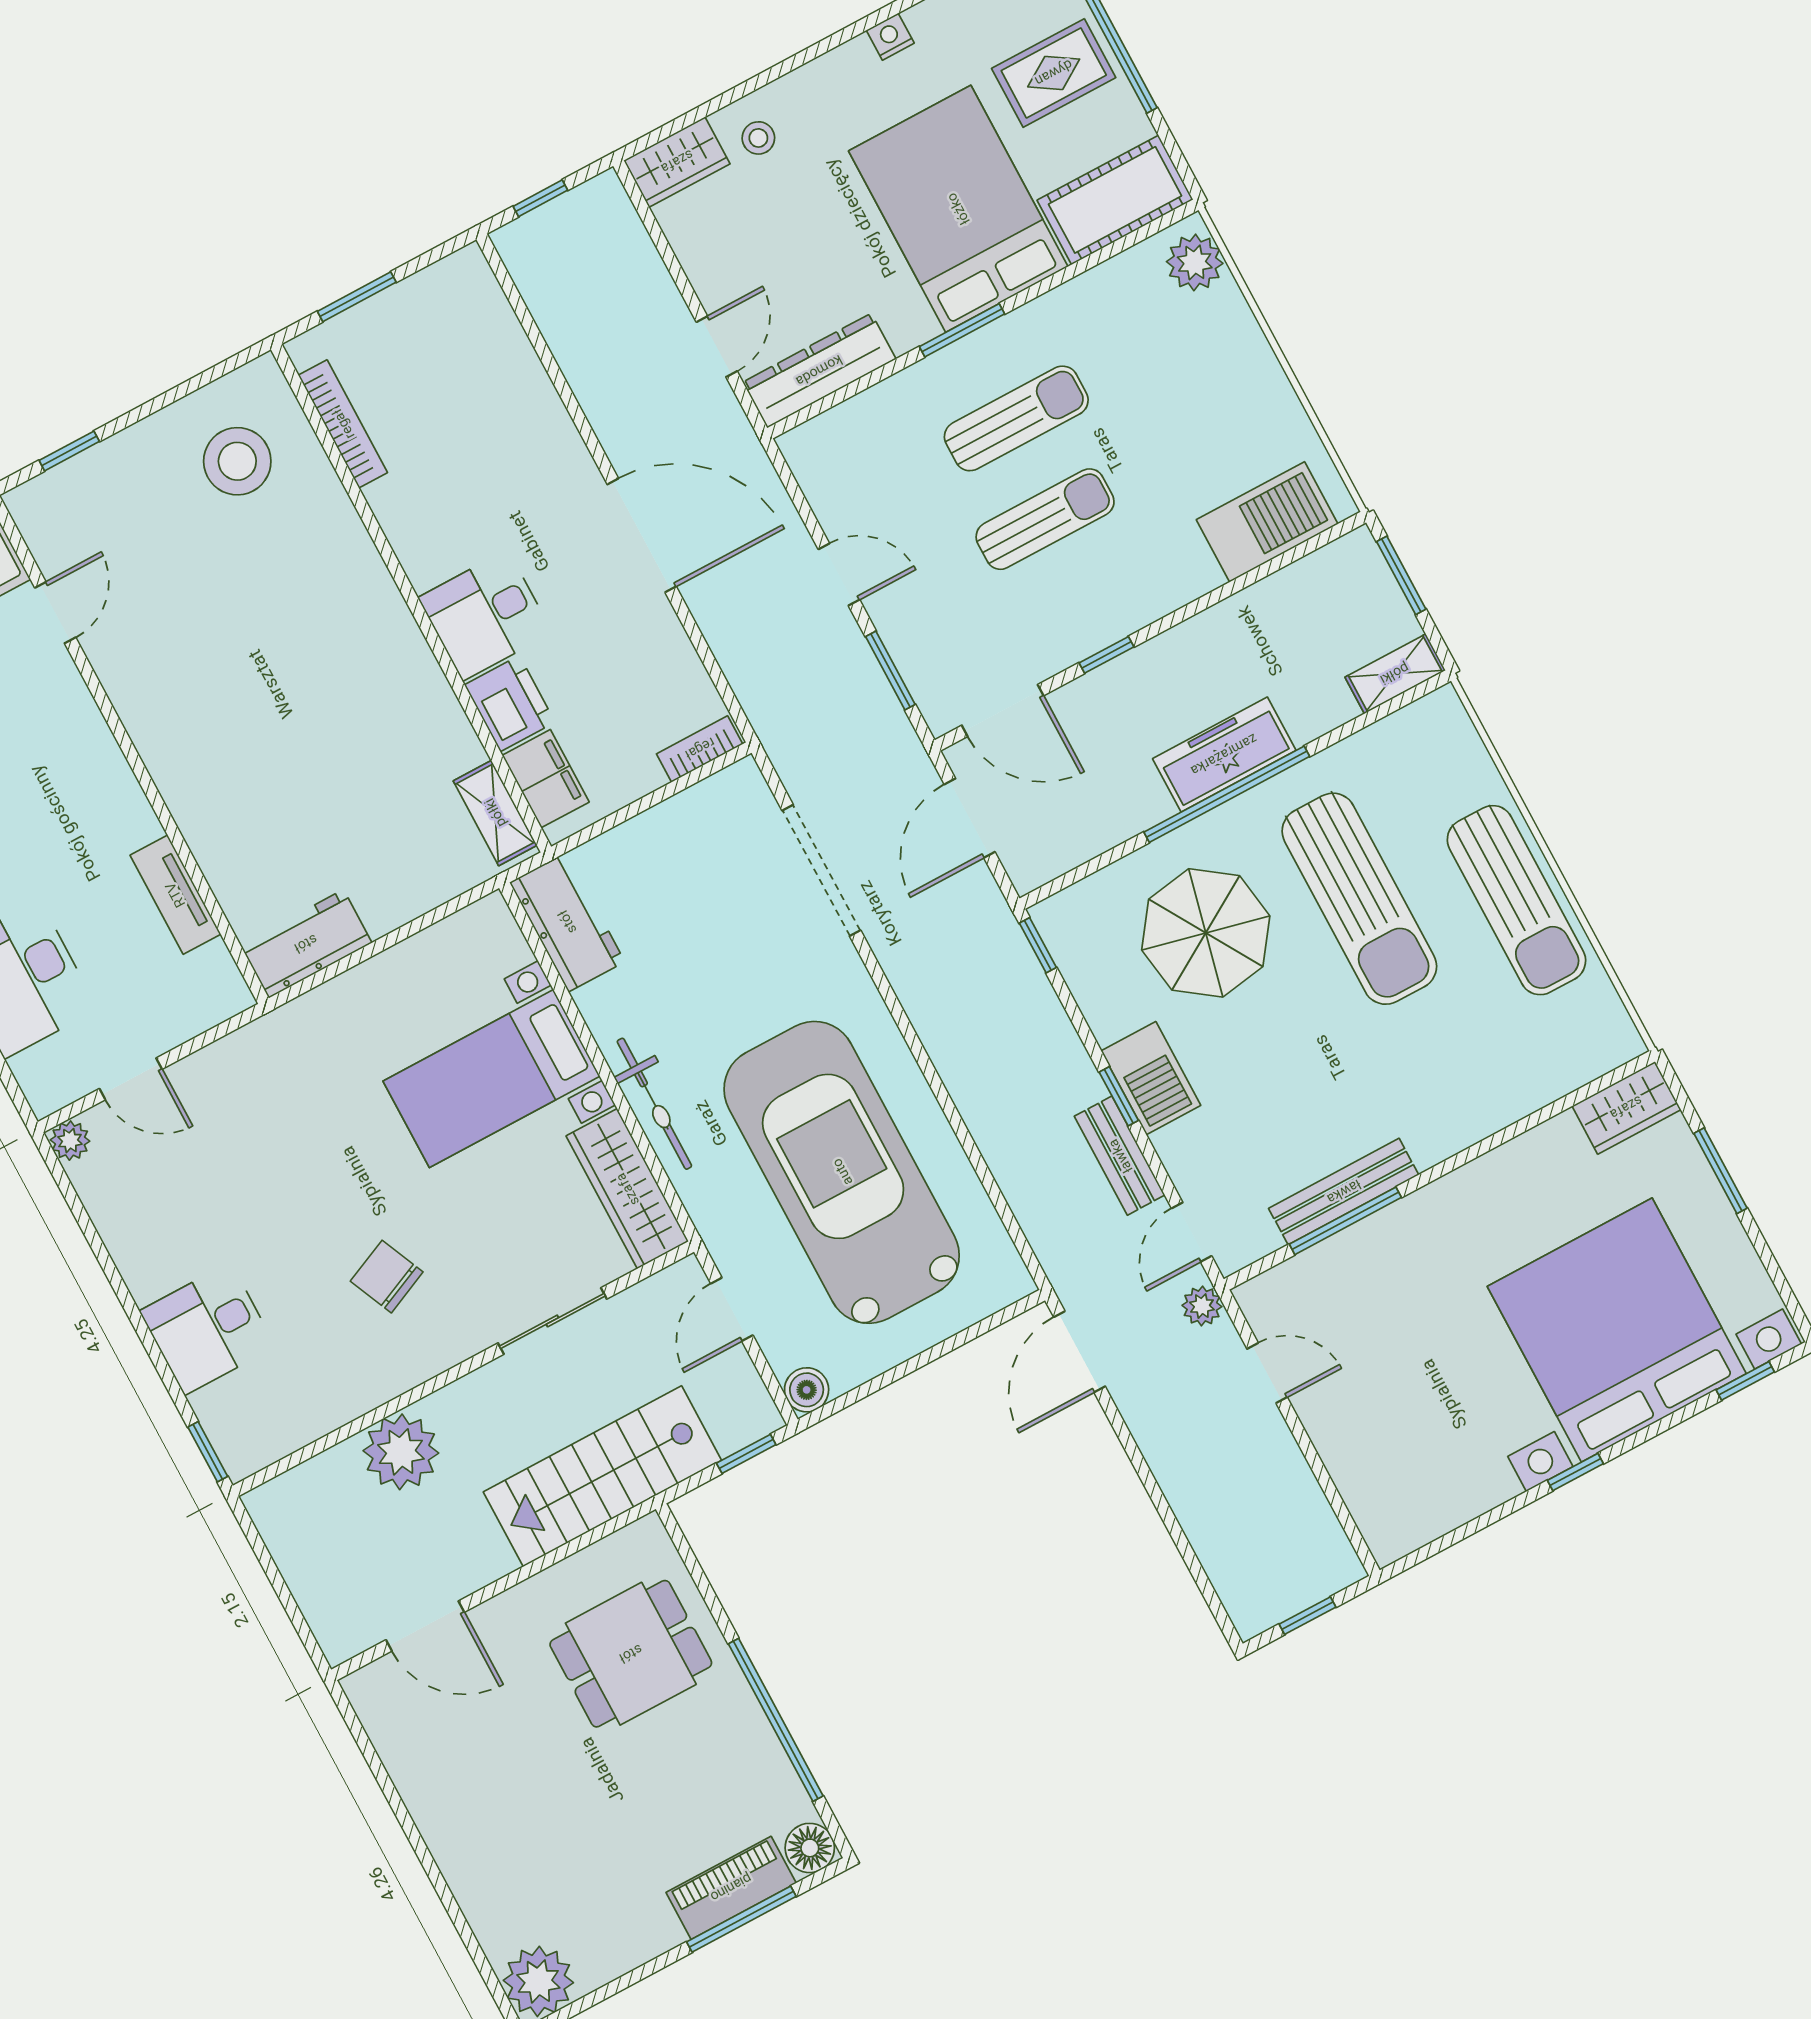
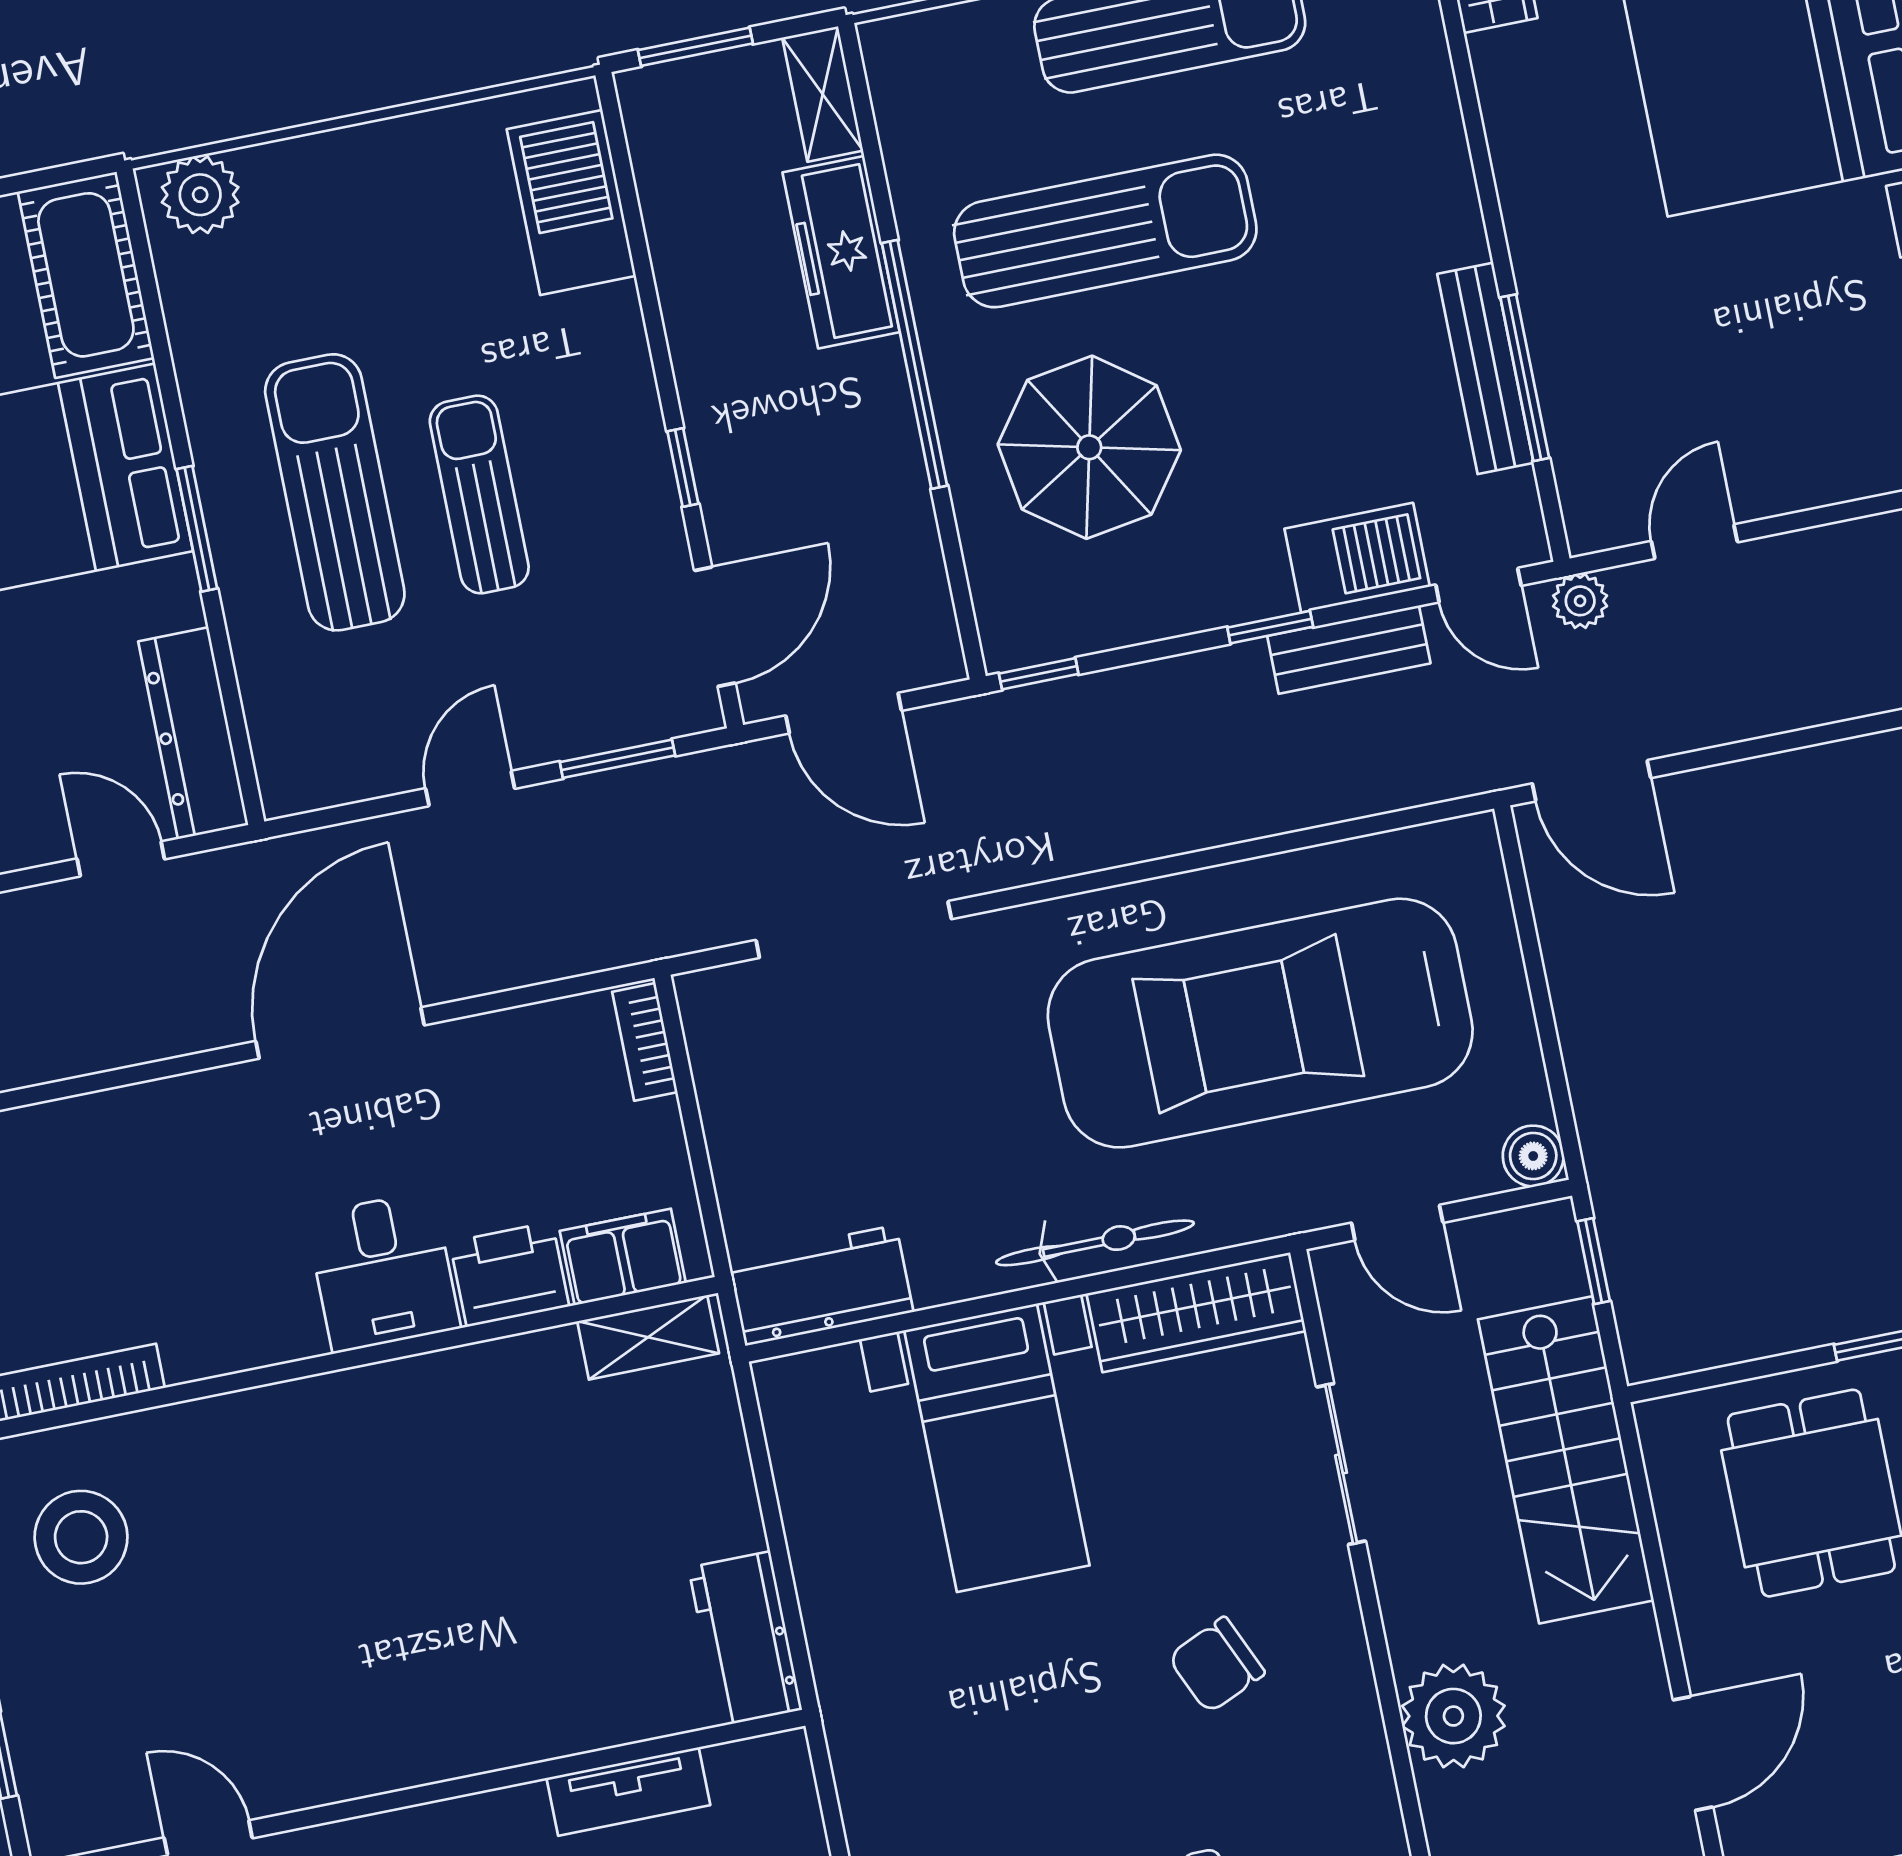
sun lounger: (1016, 418) -> (335, 492), width x1.36, depth x1.34
freezer: (1224, 755) -> (841, 252), moved
barbecue: (1151, 1078) -> (1357, 558), moved

